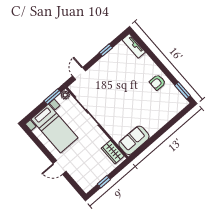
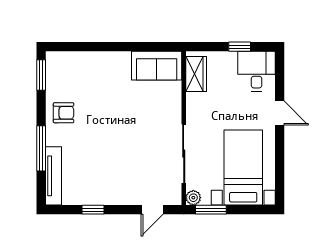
tv unit: (134, 46) -> (54, 176), width x1.41
window: (154, 57) -> (41, 148), added
desk: (87, 177) -> (256, 71), added

